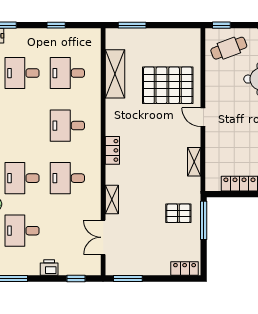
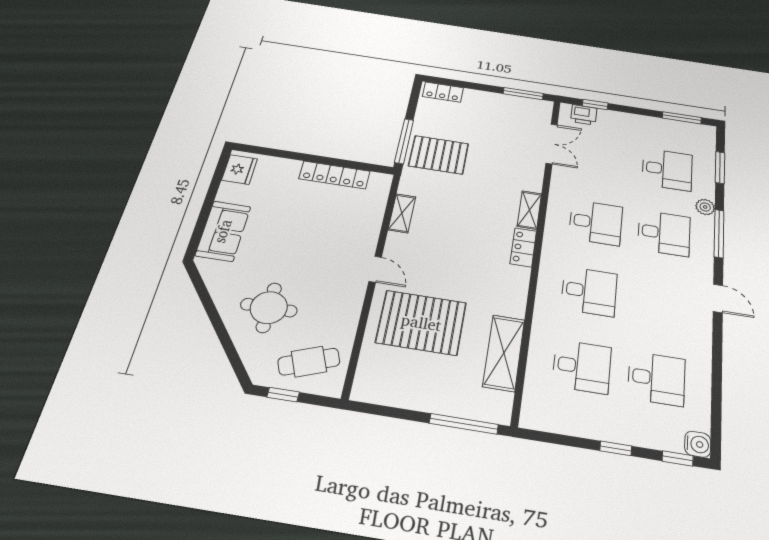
window: (56, 25) -> (616, 448), moved
window: (132, 25) -> (464, 424), width x1.44
window: (221, 25) -> (283, 395), moved
shelving: (112, 200) -> (529, 210), moved
pallet: (178, 213) -> (439, 155), width x1.50, depth x1.42
printer: (49, 268) -> (584, 115), moved

